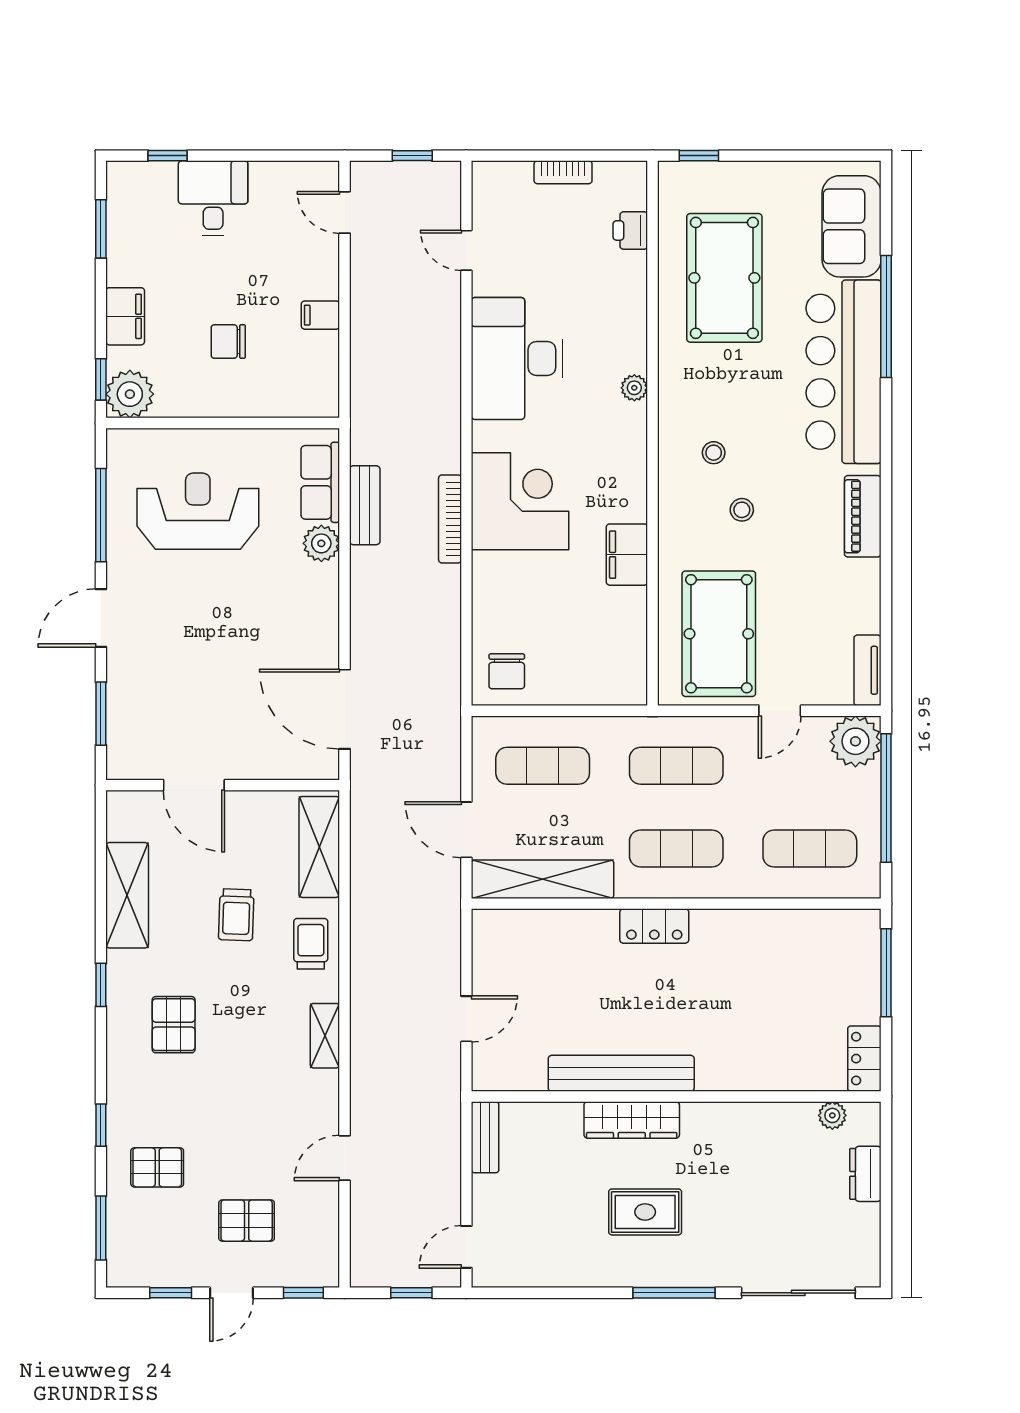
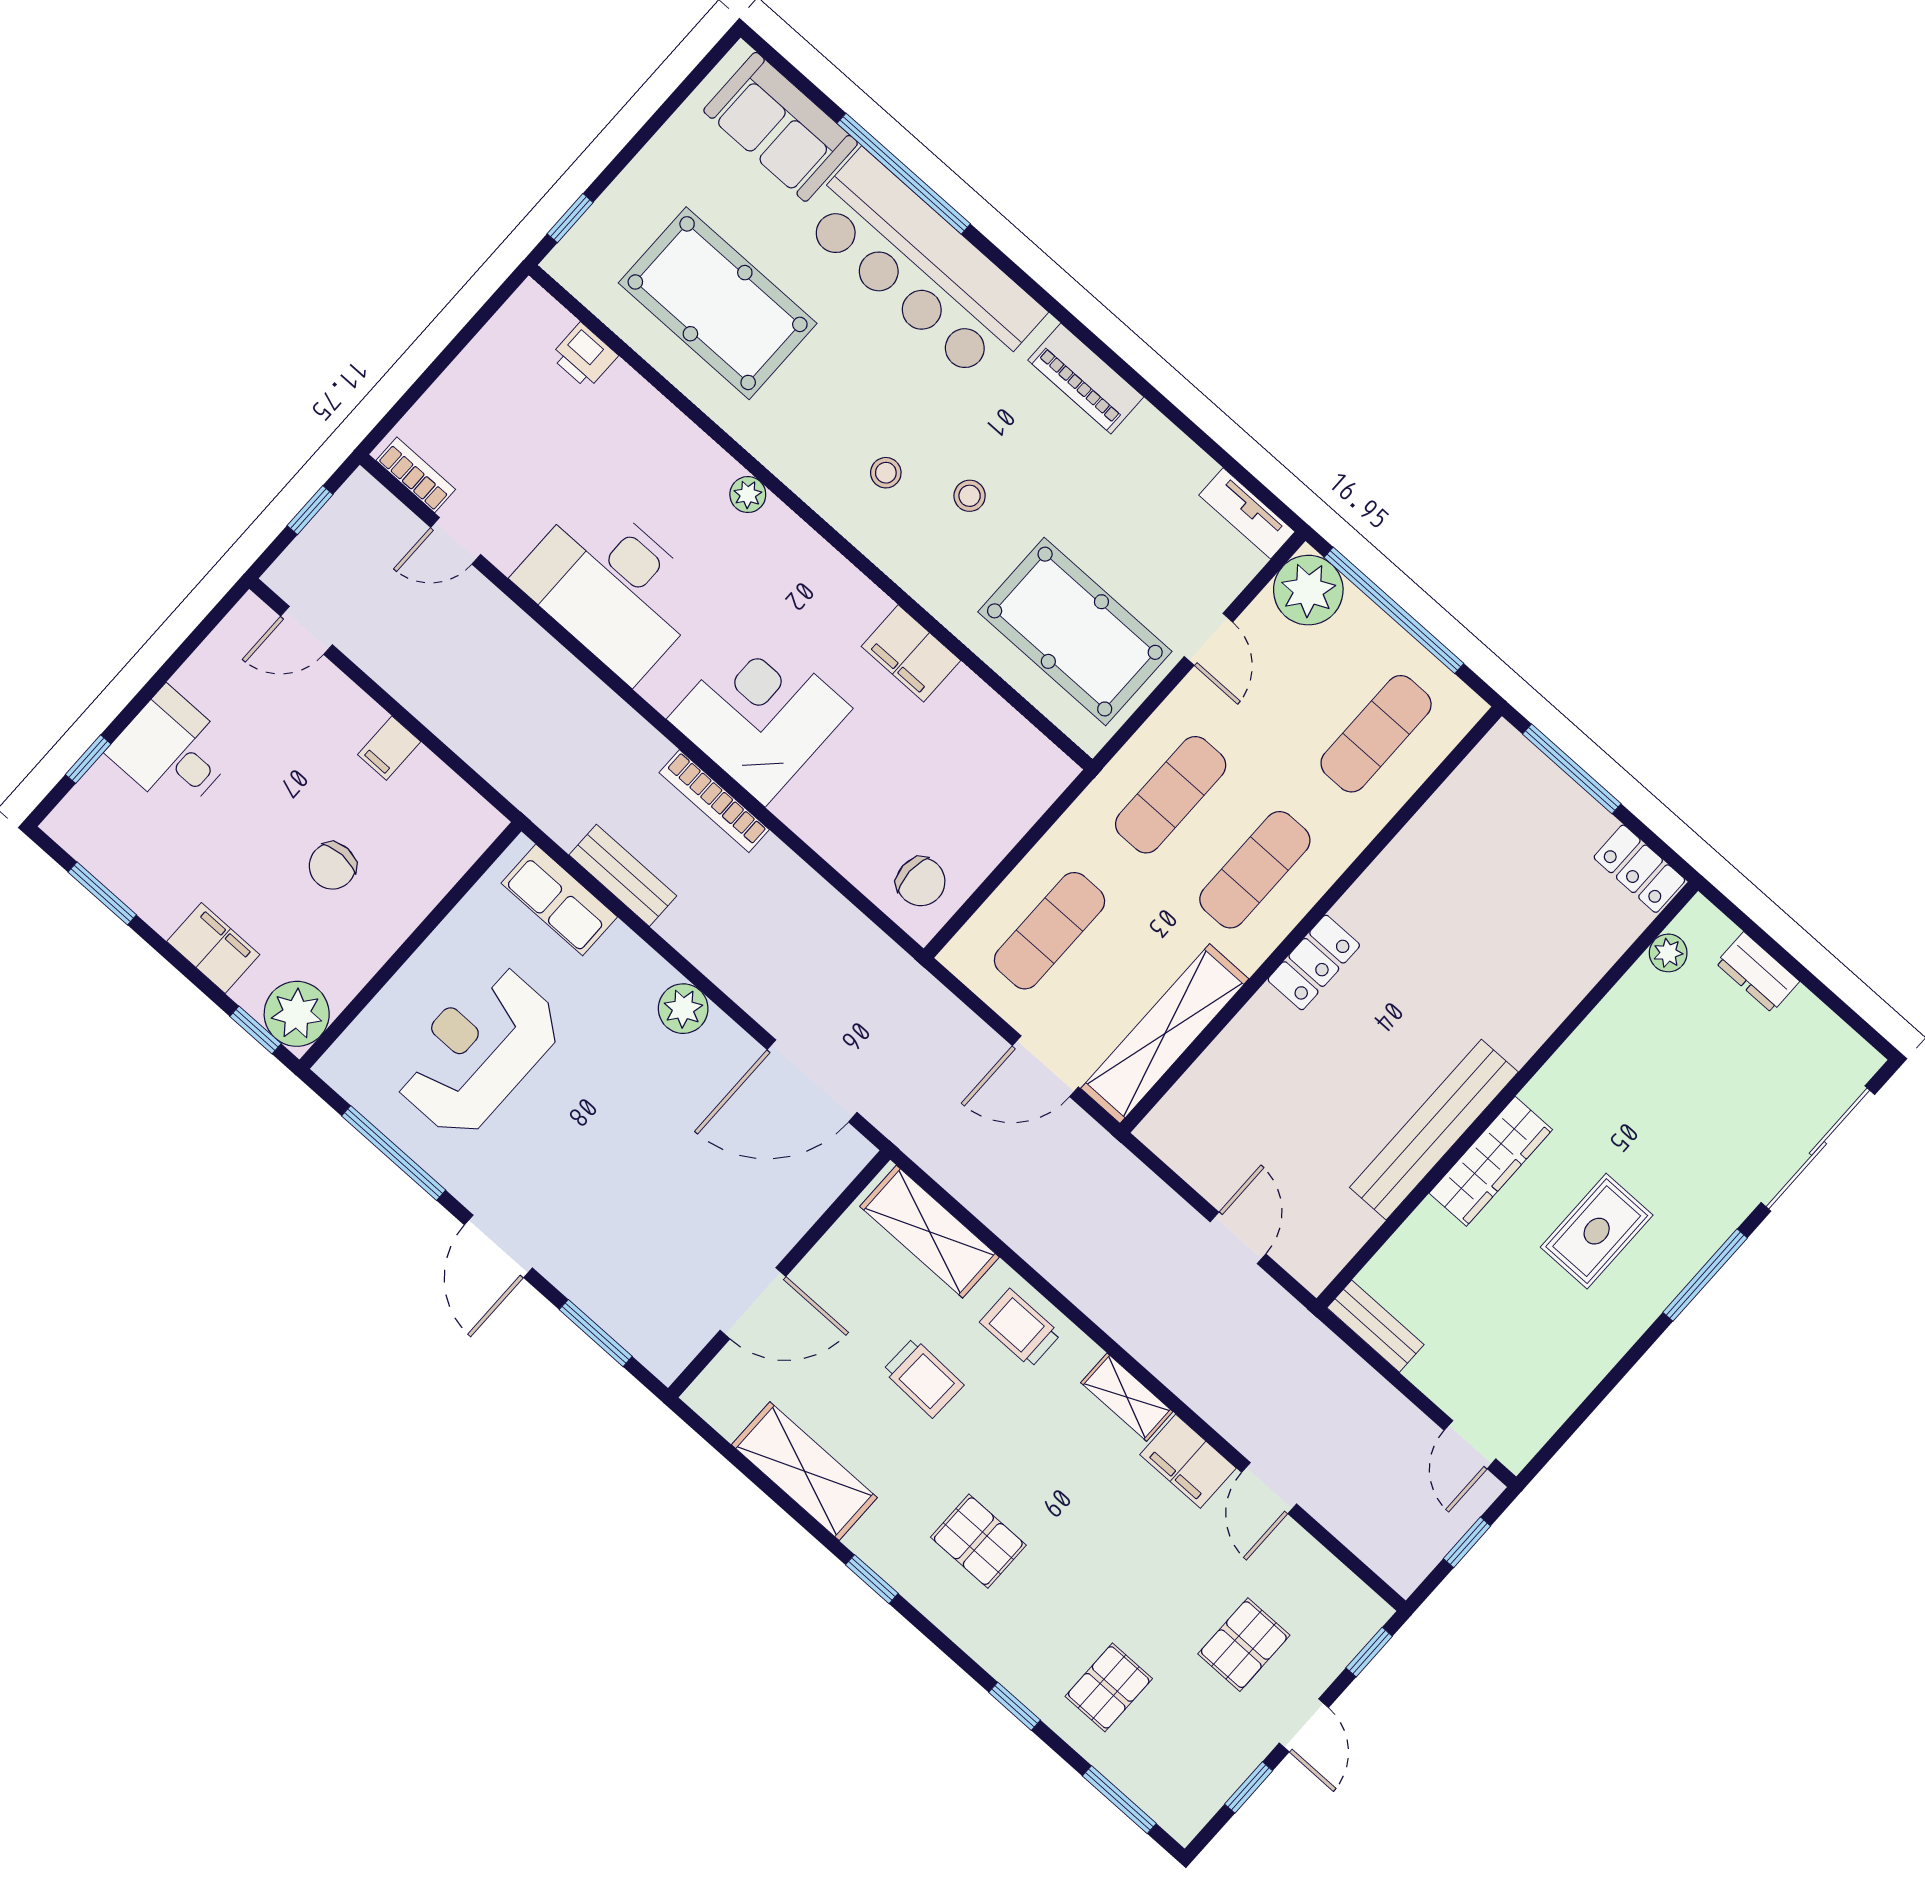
bookcase: (563, 172) -> (416, 475), moved, turned -90
plant: (321, 543) -> (683, 1009), moved
filing cabinet: (320, 1101) -> (1188, 1461), added

